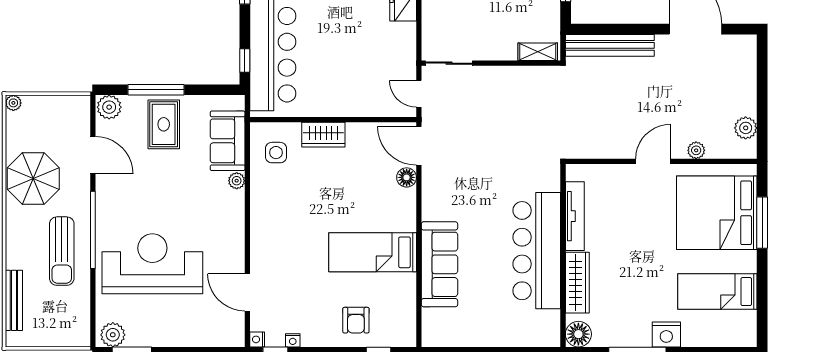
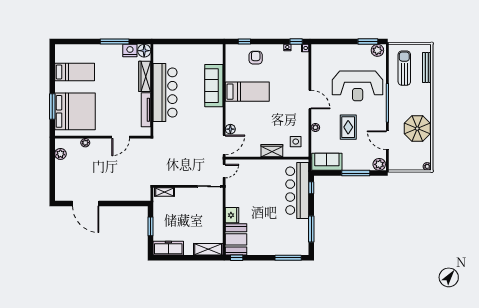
bench: (610, 45) -> (129, 195), removed
door: (419, 94) -> (224, 171), hinge flipped
rug: (164, 124) -> (348, 127), moved
sofa: (228, 141) -> (327, 162), moved, turned -90
door: (419, 146) -> (224, 145), hinge flipped
door: (653, 161) -> (121, 137), moved
sun lounger: (62, 251) -> (404, 68), moved
door: (247, 292) -> (310, 99), moved
nightstand: (666, 334) -> (130, 50), moved

